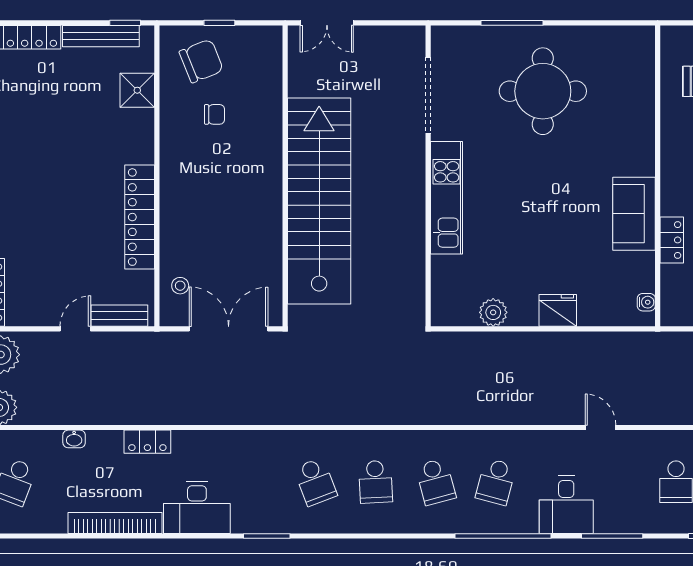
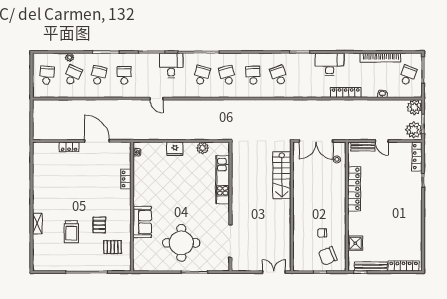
kitchen unit: (447, 198) -> (223, 180), moved
stairs: (319, 201) -> (282, 175), width x0.54, depth x0.66
sofa: (634, 214) -> (142, 222), moved
door: (75, 329) -> (382, 141), hinge flipped
locker: (147, 442) -> (346, 92), width x1.53
bookcase: (115, 523) -> (381, 58), moved

